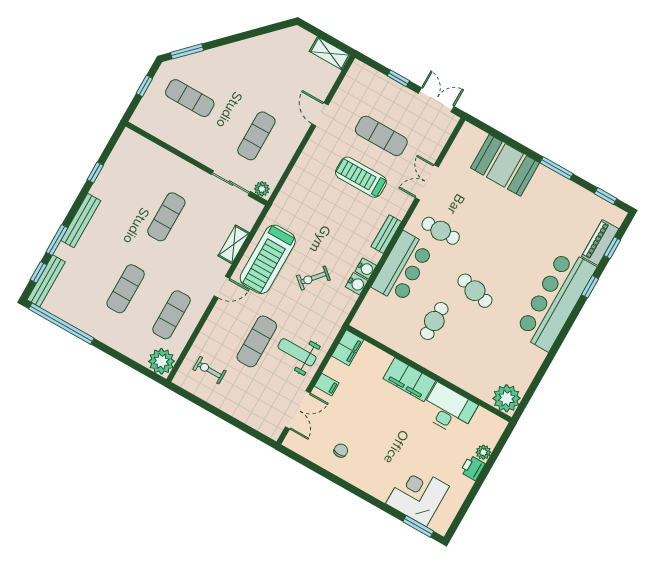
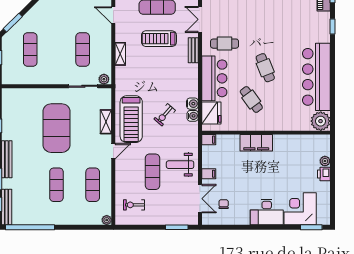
exercise mat: (190, 98) -> (30, 49), turned 90
shelving: (301, 169) -> (120, 54), added
exercise mat: (166, 217) -> (56, 128), width x2.00, depth x1.45
bench: (386, 234) -> (193, 50), moved
water cooler: (366, 268) -> (193, 116), moved
cafe table: (475, 291) -> (265, 68), turned 53
bar counter: (555, 300) -> (316, 77), moved
fridge: (374, 309) -> (211, 113), added
cafe table: (434, 321) -> (251, 100), turned -36
filing cabinet: (348, 348) -> (209, 140), width x0.50
plant: (161, 361) -> (107, 220), width x0.53, depth x0.53
desk: (449, 409) -> (267, 212), moved, turned 180
window: (248, 429) -> (177, 227), added
chair: (341, 451) -> (224, 204), moved

